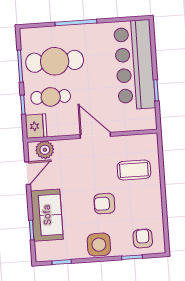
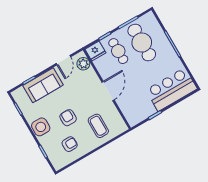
bar counter: (135, 65) -> (171, 89), width x0.73
door: (28, 173) -> (63, 60), hinge flipped
armchair: (143, 238) -> (70, 144), moved

